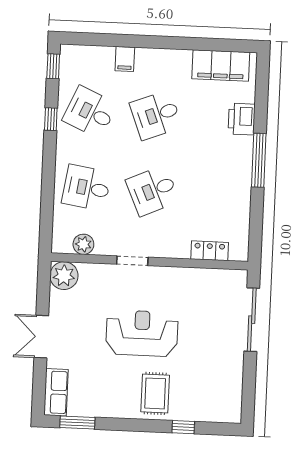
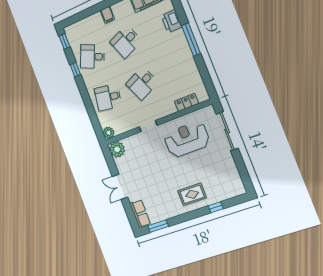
filing cabinet: (125, 59) -> (107, 15), moved
plant: (83, 244) -> (109, 133), moved
reception desk: (142, 333) -> (187, 139), moved
rug: (155, 393) -> (192, 194), turned 90

